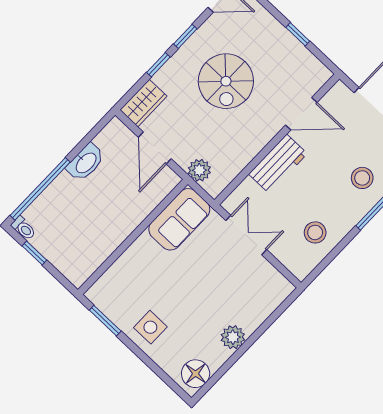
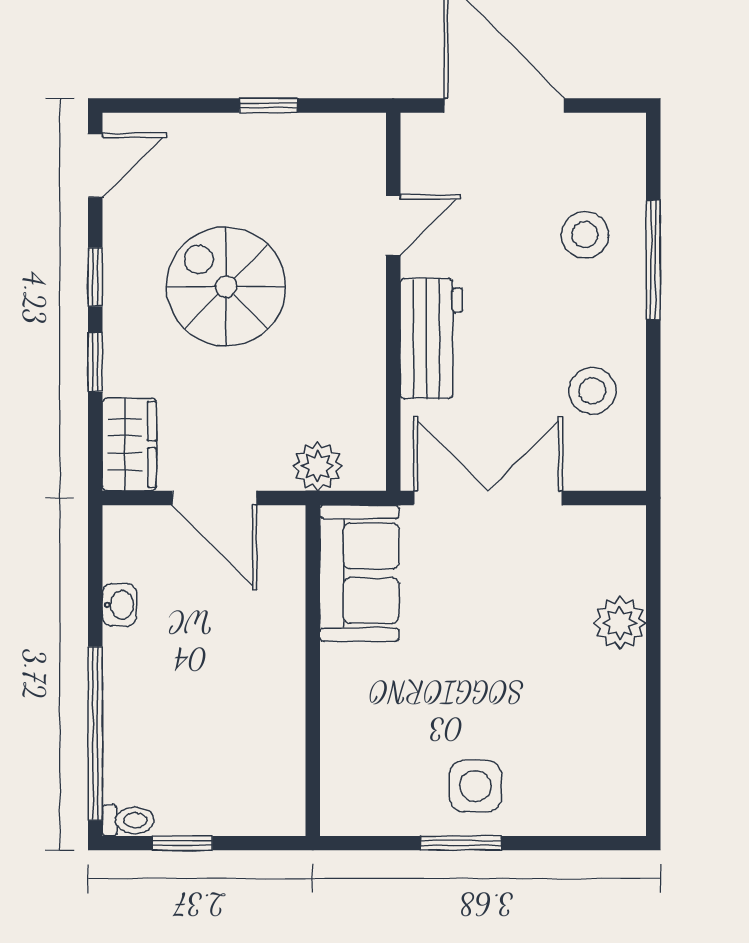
spiral stairs: (226, 81) -> (226, 287), turned 180
door: (301, 114) -> (393, 225), width x0.73
washbasin: (86, 162) -> (120, 605), width x0.52, depth x0.69
double door: (246, 235) -> (488, 498), width x1.37
window: (105, 321) -> (461, 843), moved
plant: (233, 337) -> (620, 623), moved
floor lamp: (196, 374) -> (616, 791), removed

